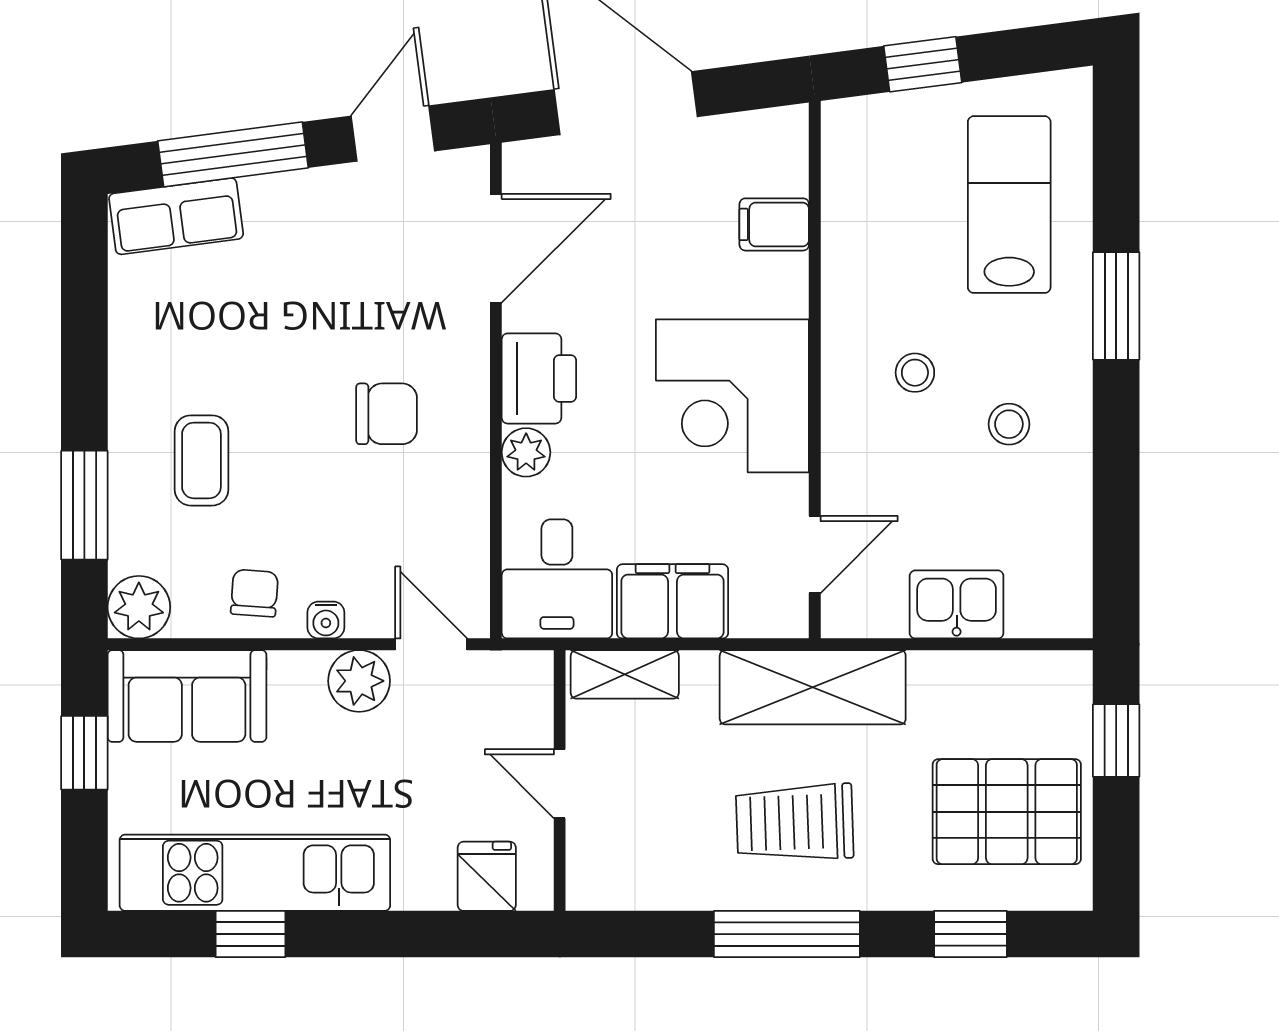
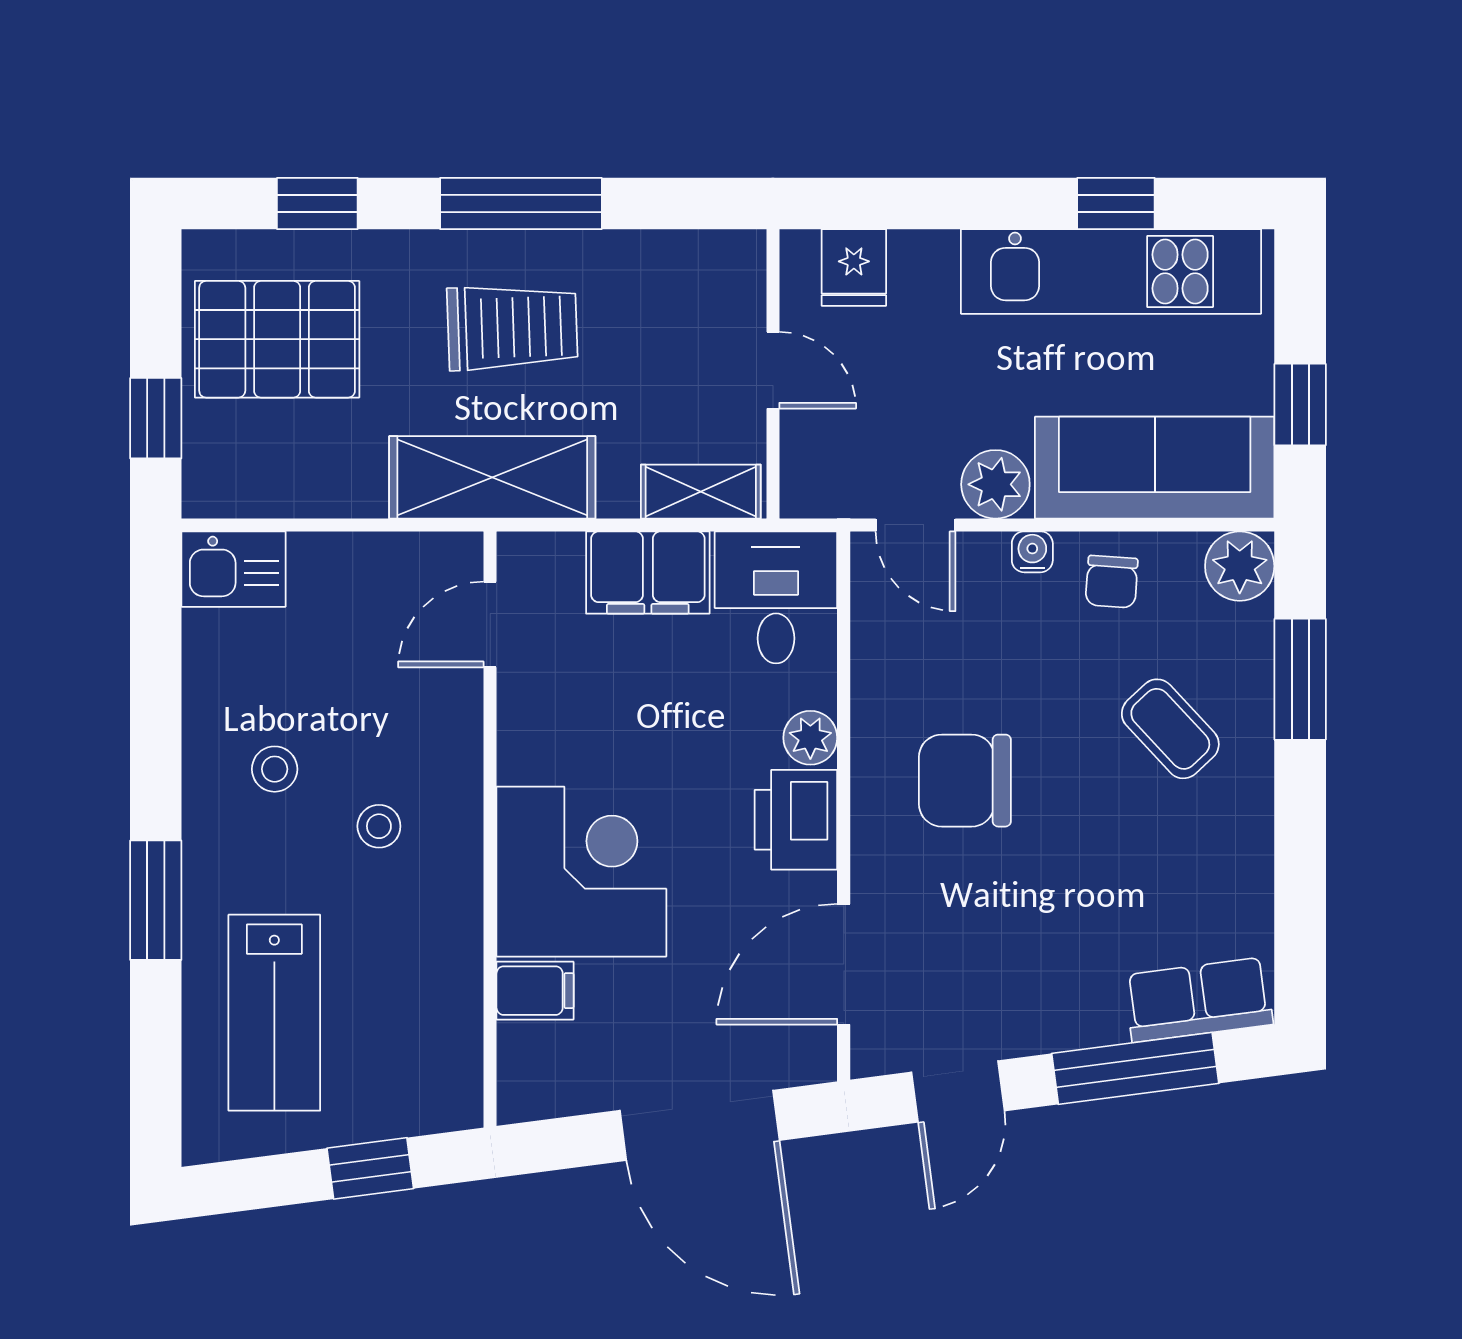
corner desk: (732, 396) -> (581, 872), moved
chair: (387, 414) -> (965, 781), width x1.37, depth x1.37
coffee table: (201, 460) -> (1170, 729), turned -43
kitchen sink: (957, 604) -> (233, 569), moved
sofa: (187, 696) -> (1155, 468), width x1.36

